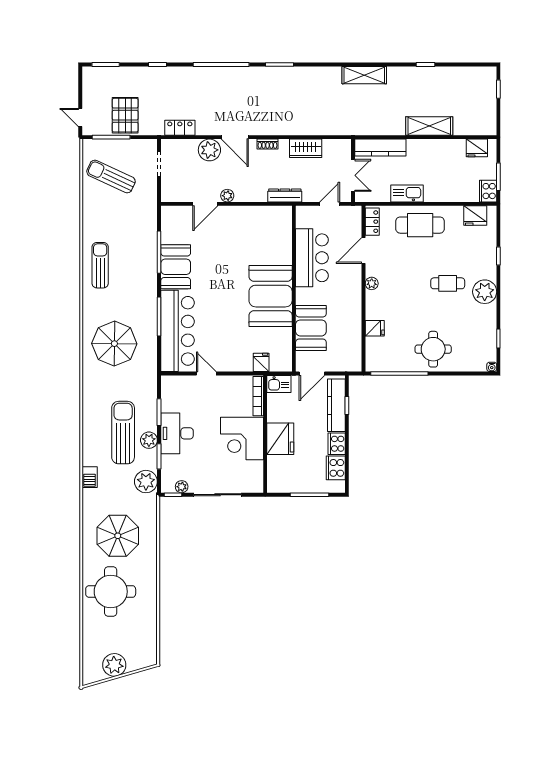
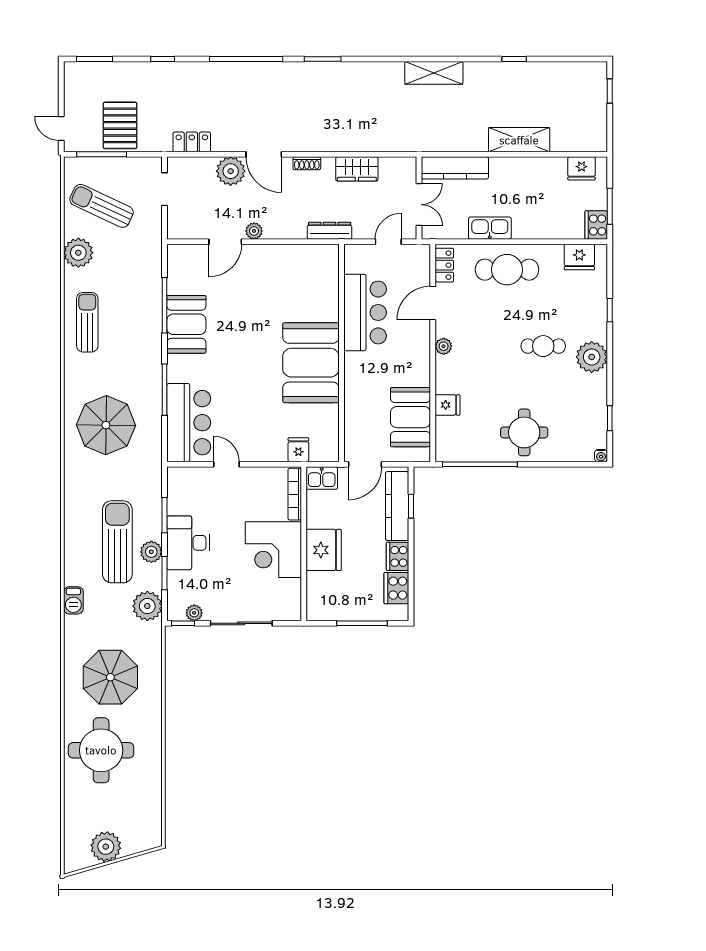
plant: (93, 212) -> (78, 253), added
booth: (311, 328) -> (410, 417), moved
bar counter: (177, 331) -> (189, 423), width x0.73

